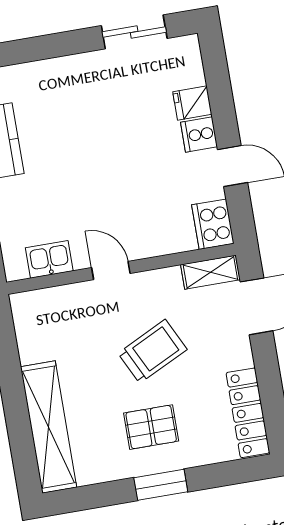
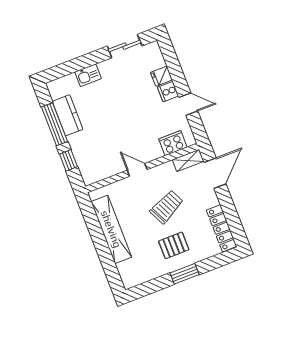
cooker: (213, 224) -> (173, 143), moved, turned 90
kitchen sink: (49, 259) -> (88, 75), moved, turned 180
shelving: (49, 427) -> (111, 229), moved

